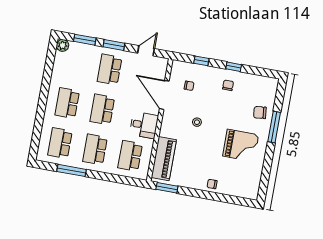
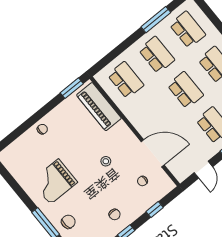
desk: (144, 125) -> (142, 114), removed

